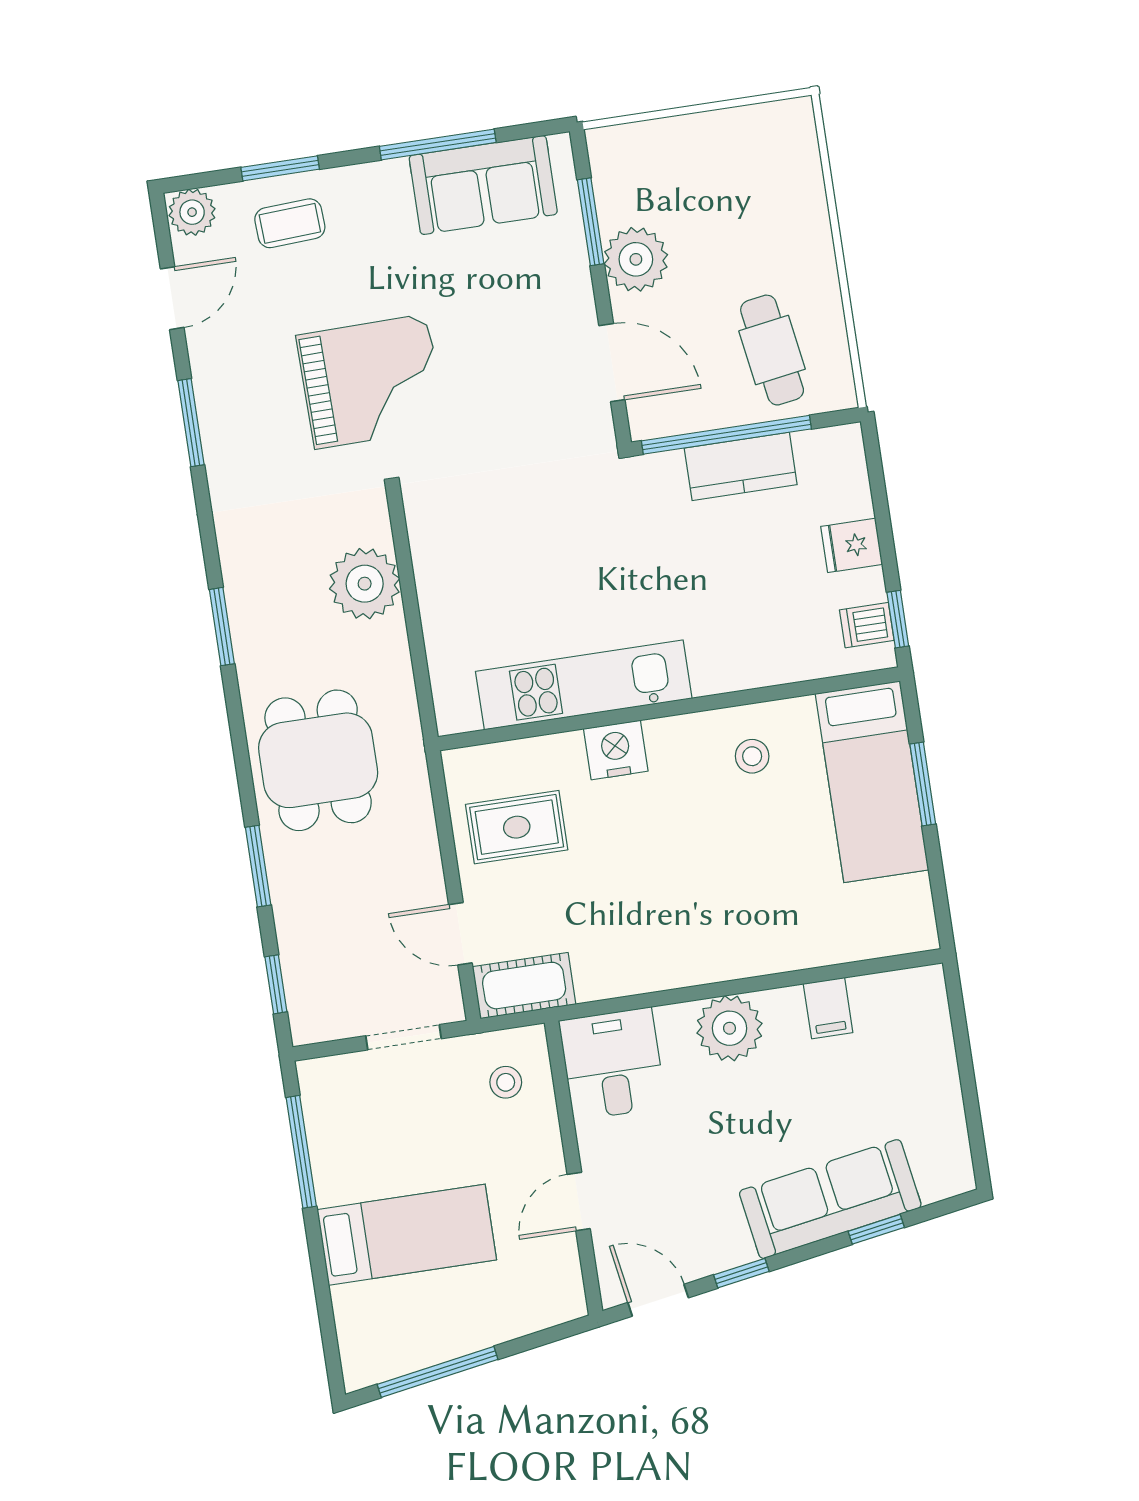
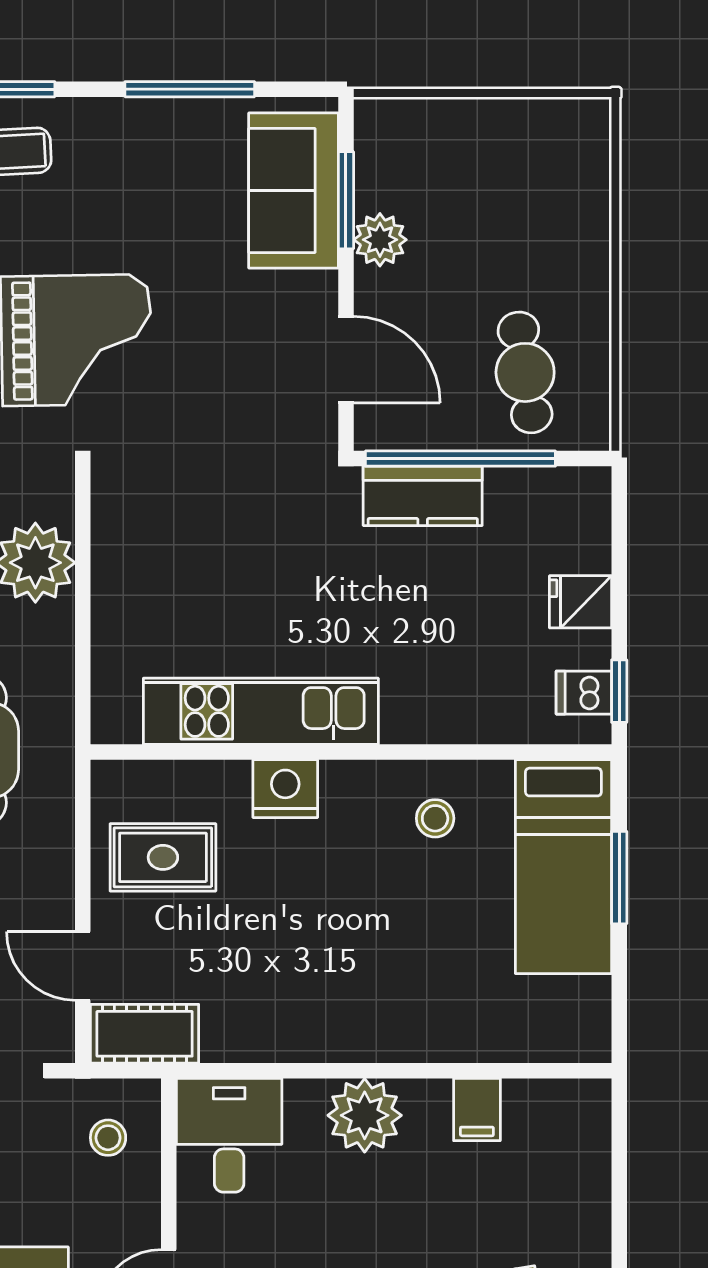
sofa: (483, 185) -> (293, 190), moved, turned 90
plant: (636, 259) -> (380, 240), width x0.73, depth x0.73
kitchen counter: (741, 466) -> (423, 496), moved

